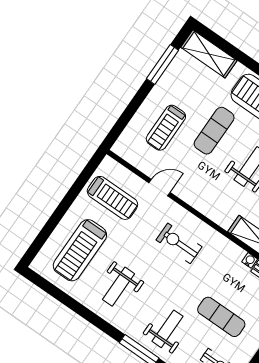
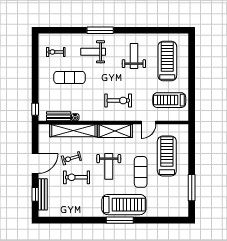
shelving: (209, 54) -> (115, 131), moved
treadmill: (166, 128) -> (167, 156), width x1.37, depth x1.37
weight bench: (168, 329) -> (93, 52), turned 90

